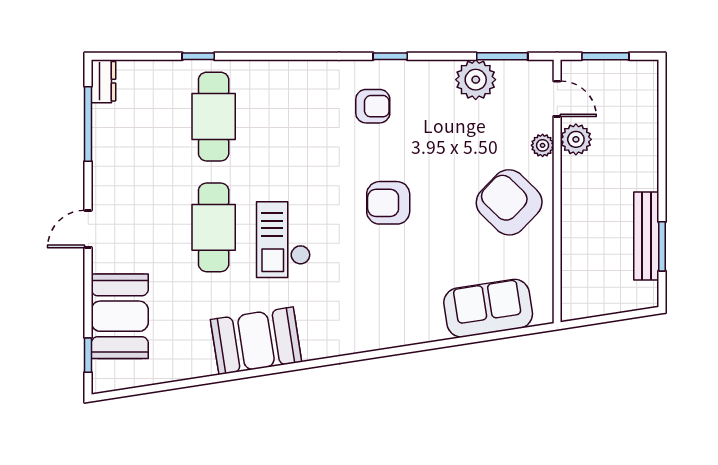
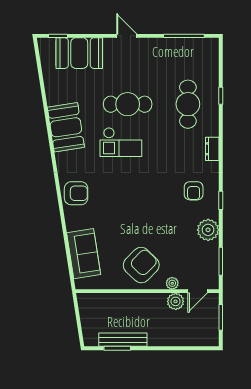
plant: (476, 80) -> (208, 230), moved
dresser: (103, 81) -> (212, 149), moved, turned 90
cafe table: (214, 117) -> (188, 104), turned 90
armchair: (388, 203) -> (76, 193), moved, turned 90
checkout: (283, 240) -> (121, 142), turned 180

